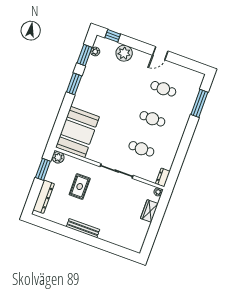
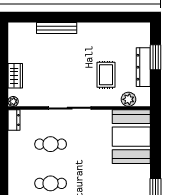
plant: (58, 157) -> (128, 99), moved
window: (43, 169) -> (156, 57), moved
dresser: (44, 197) -> (143, 67), moved
bench: (83, 228) -> (57, 28), moved

